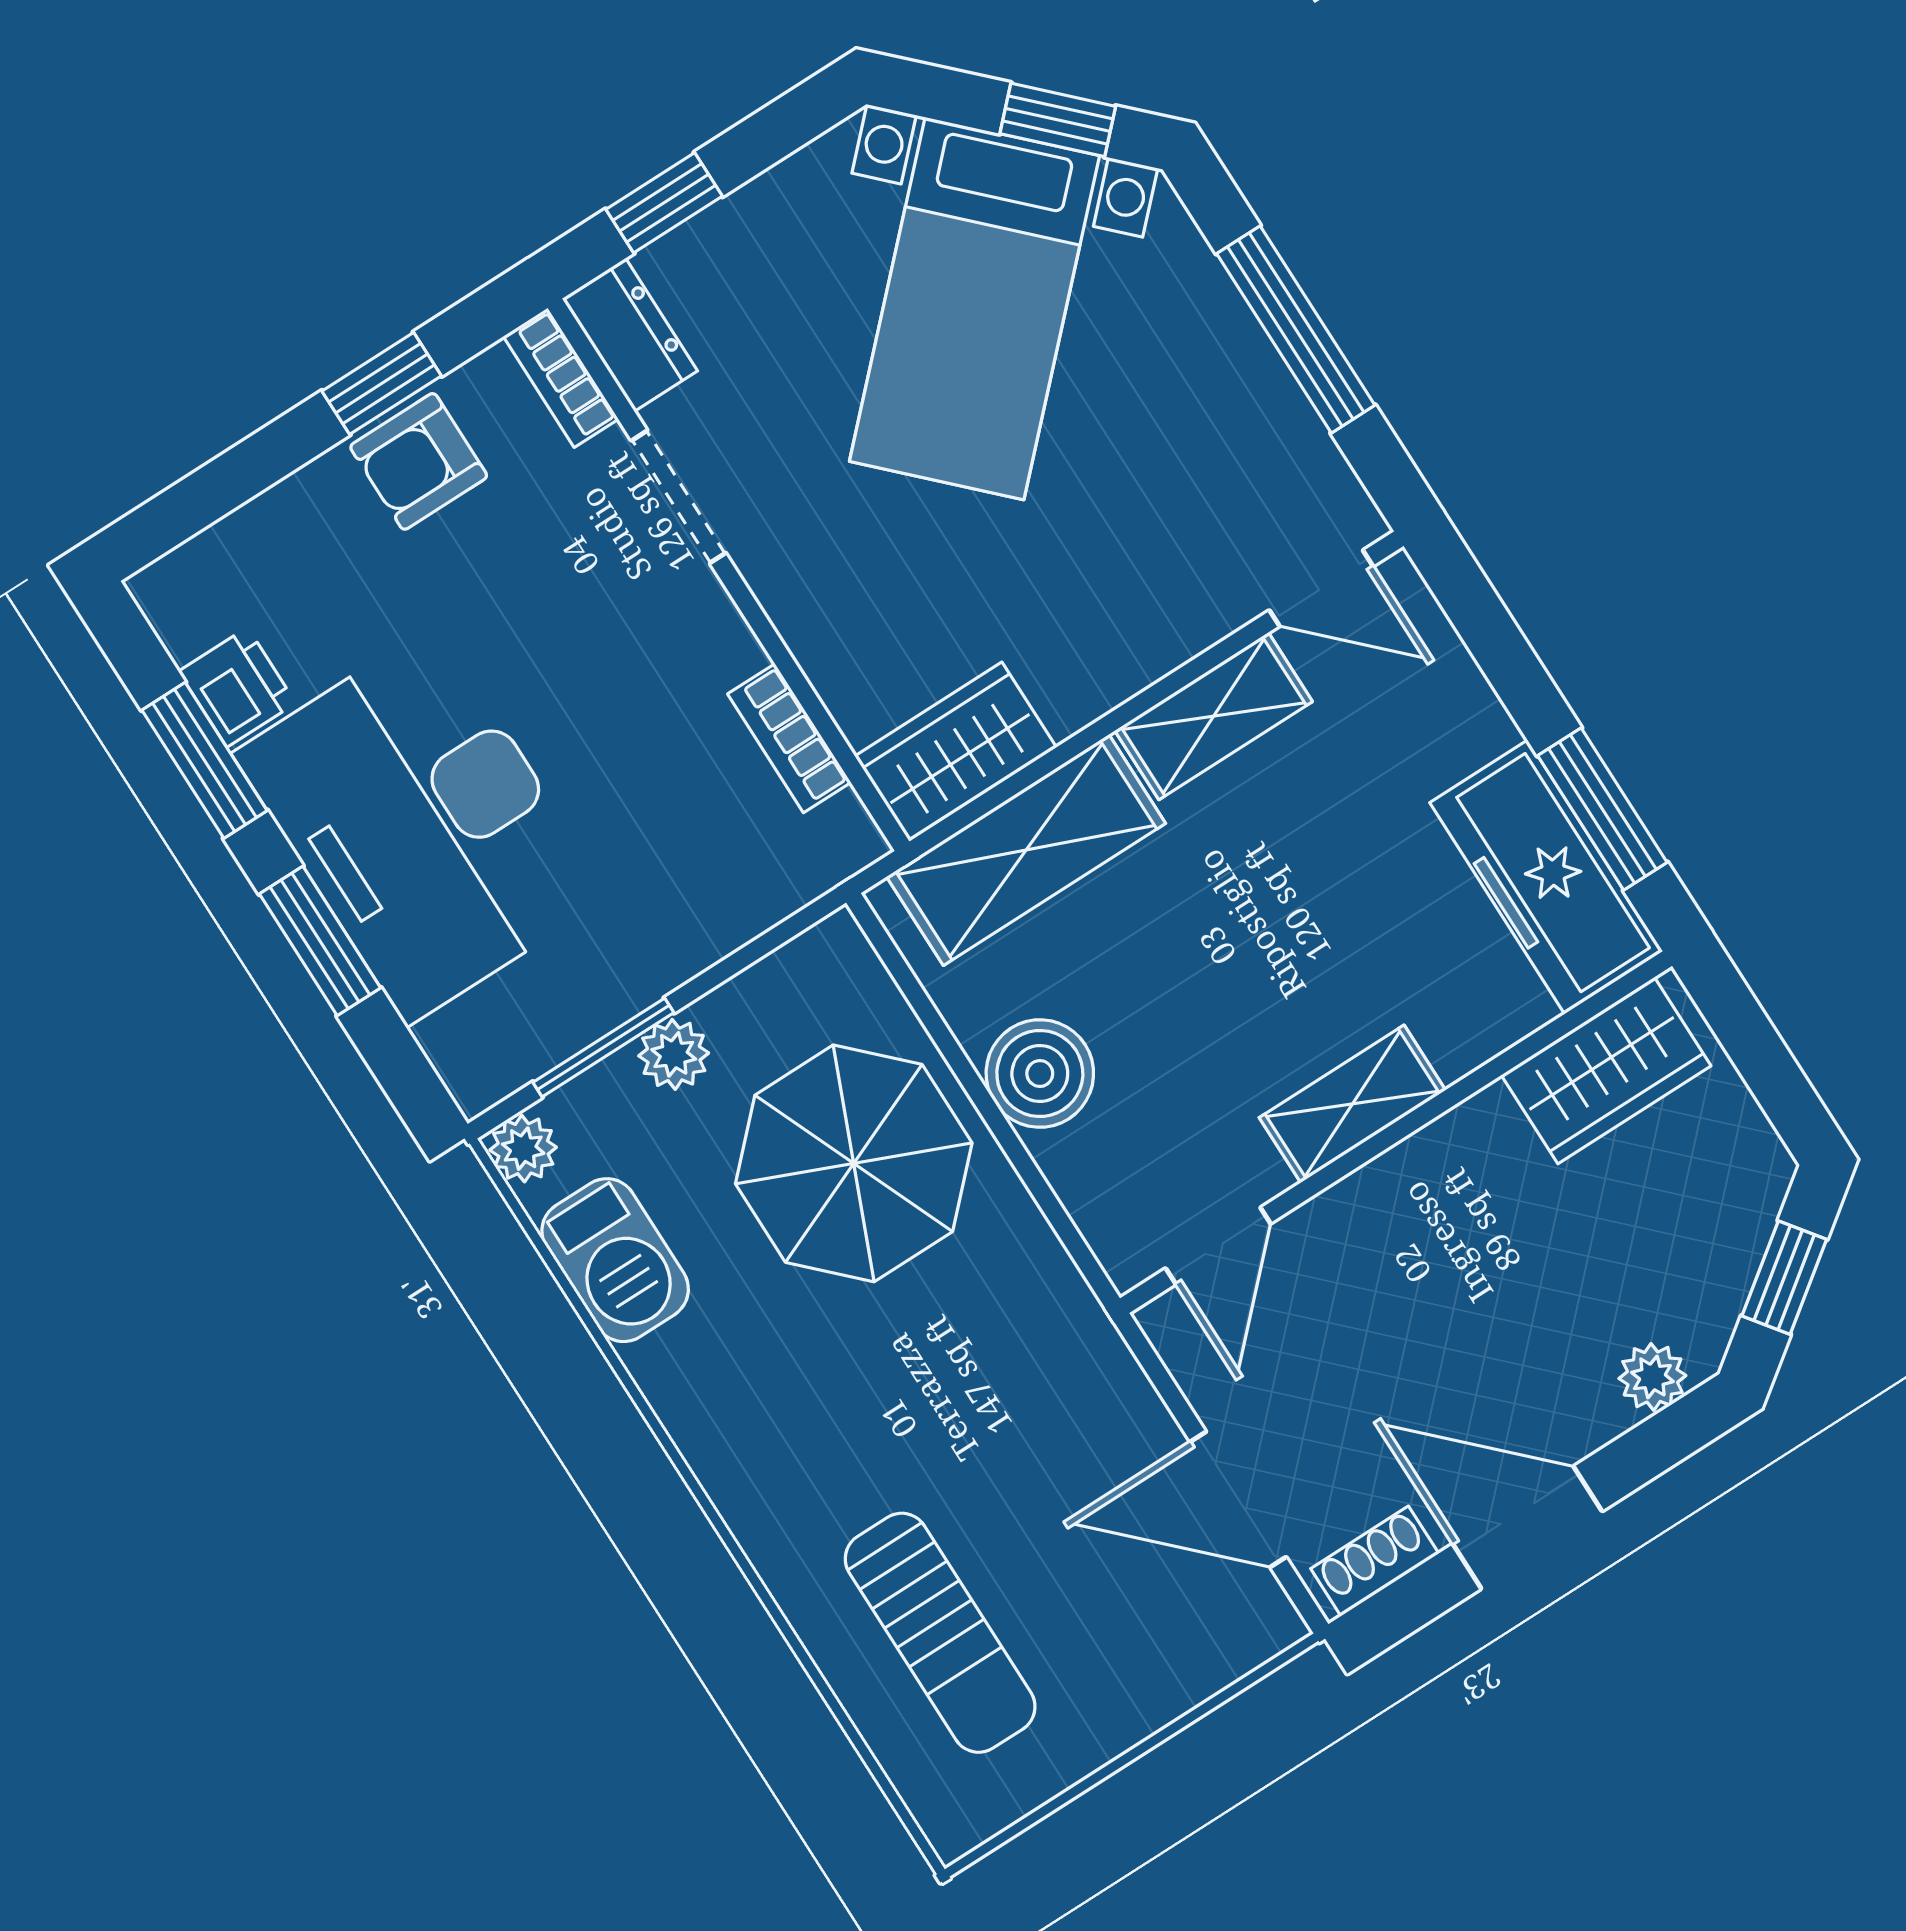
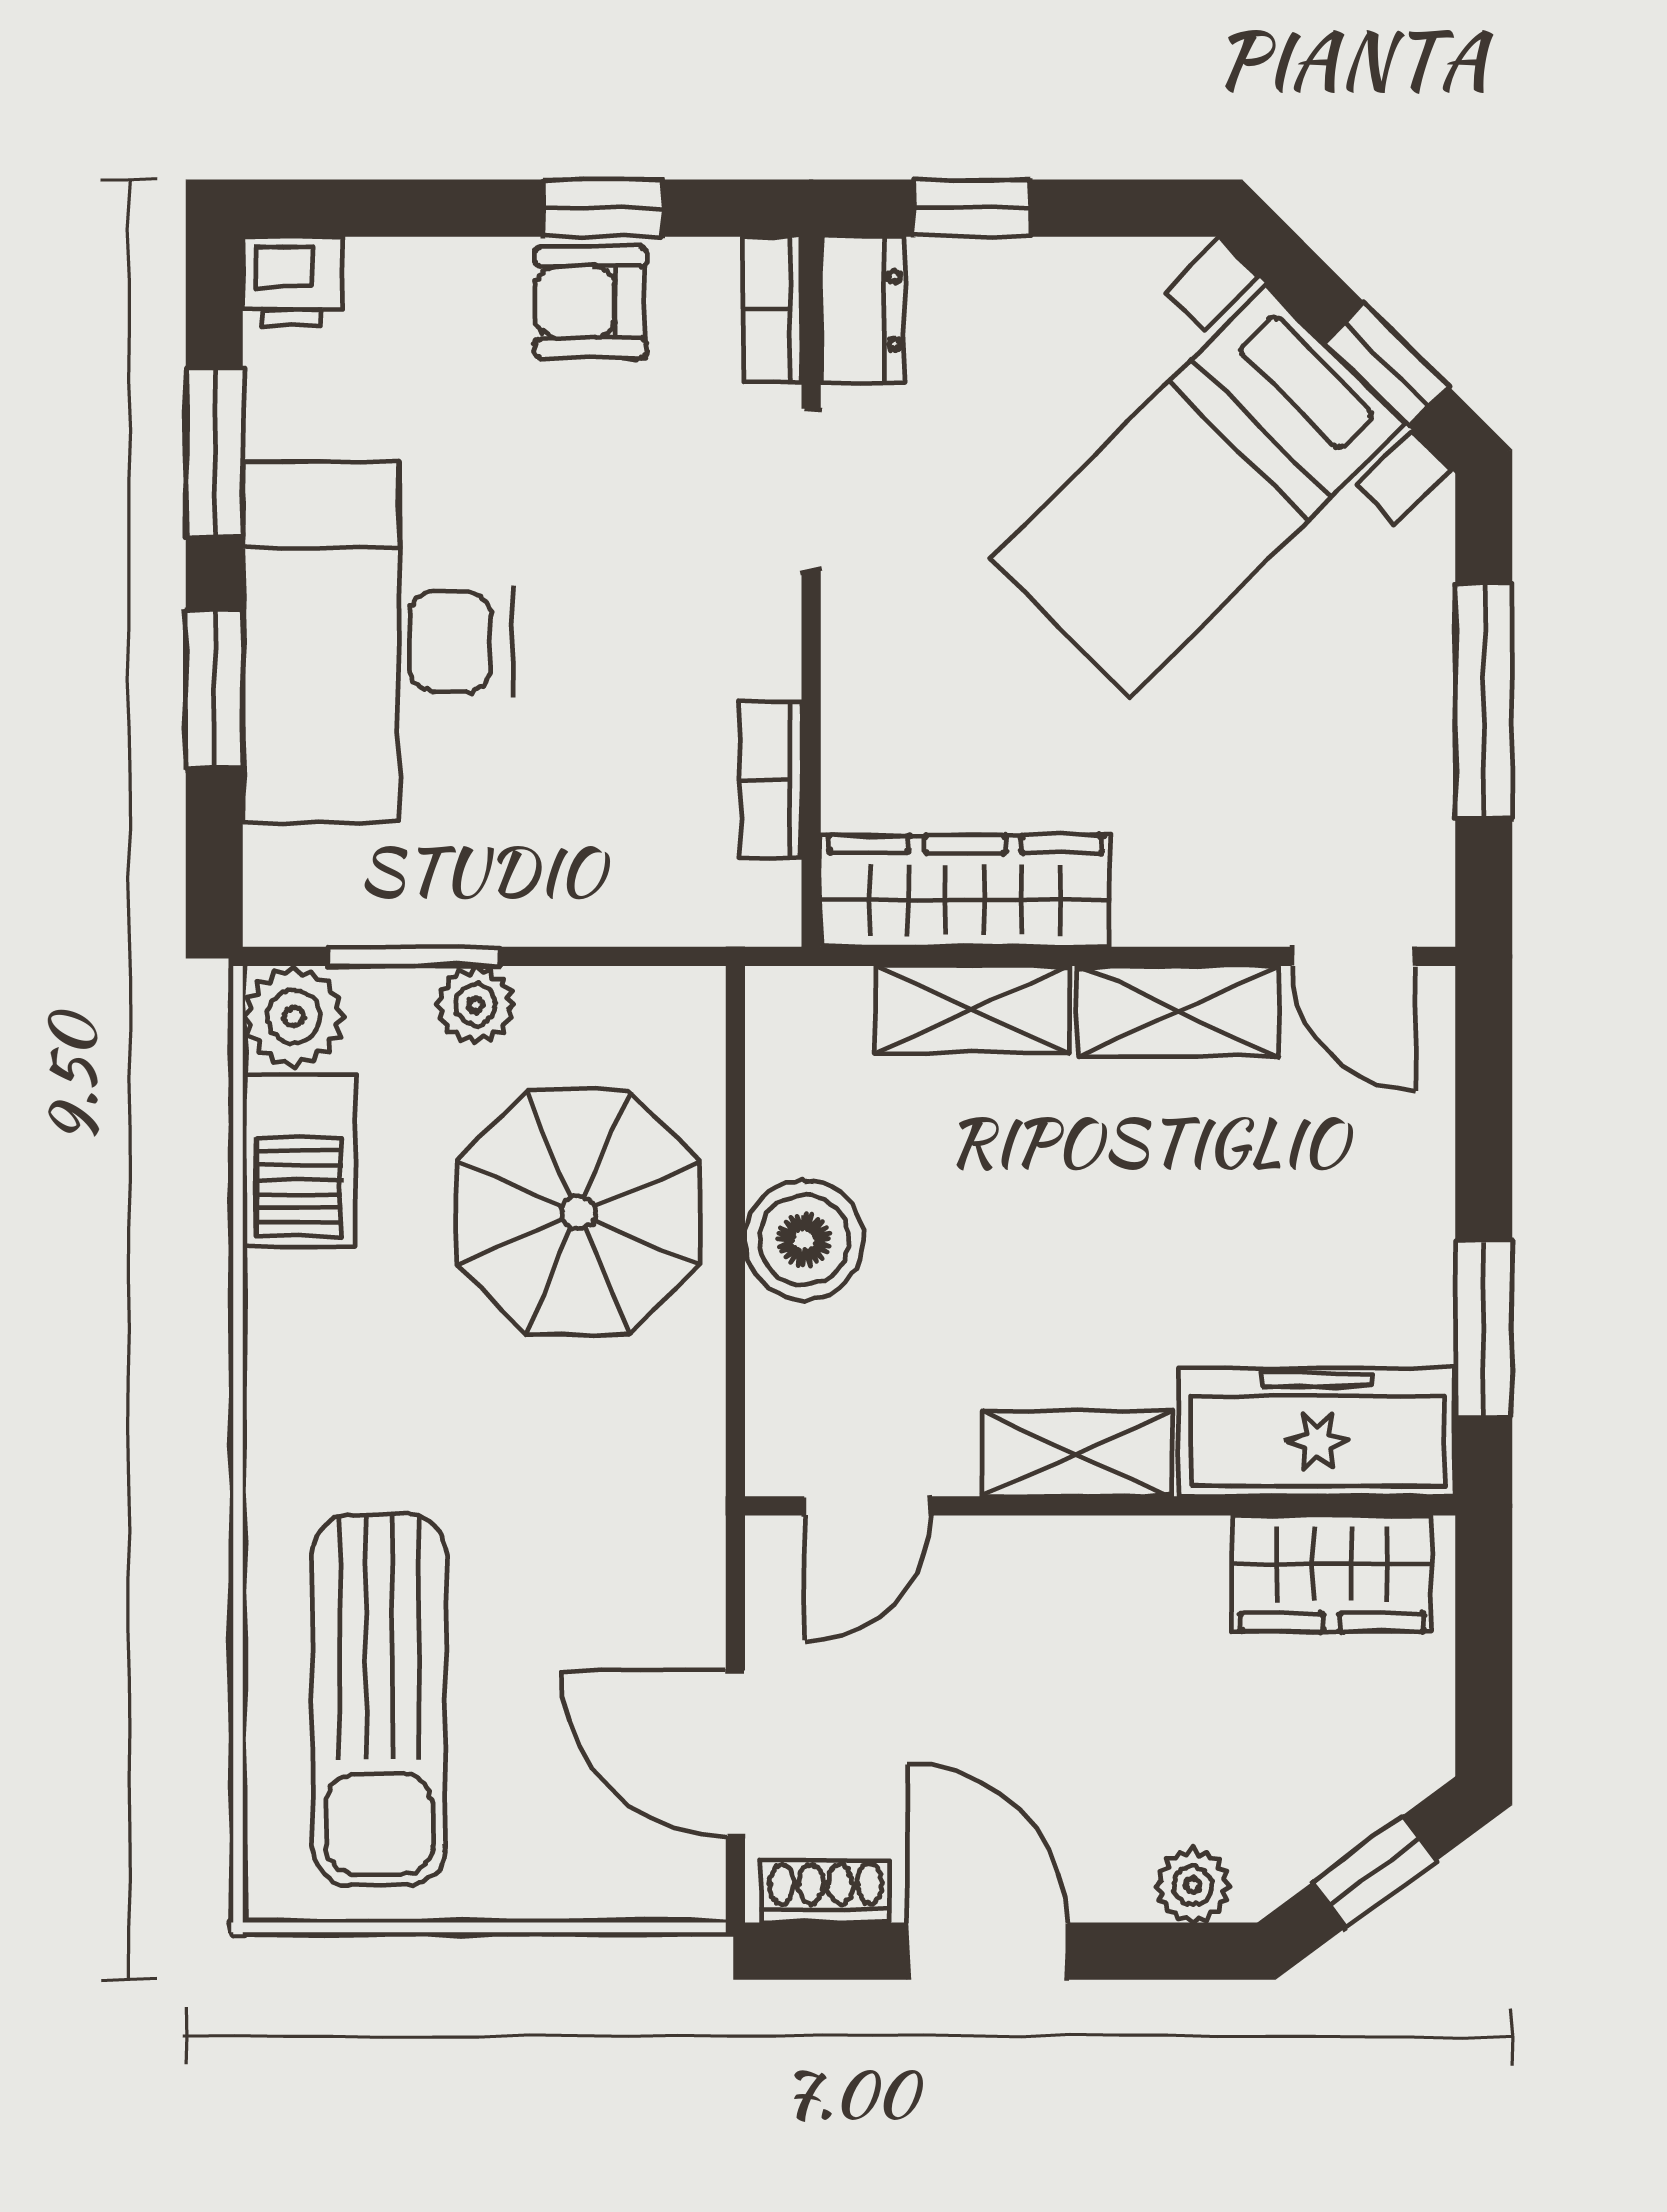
printer: (237, 687) -> (293, 282), moved, turned 90
wardrobe: (956, 752) -> (965, 891), width x1.50
shelving: (1026, 850) -> (973, 1010), width x0.67, depth x0.75
freezer: (1546, 877) -> (1317, 1432), moved, turned 90
plant: (523, 1149) -> (293, 1017), width x1.38, depth x1.38
sun lounger: (940, 1633) -> (379, 1700), width x1.36, depth x1.34

